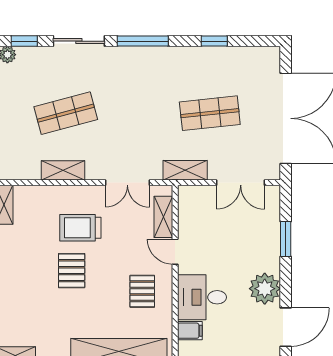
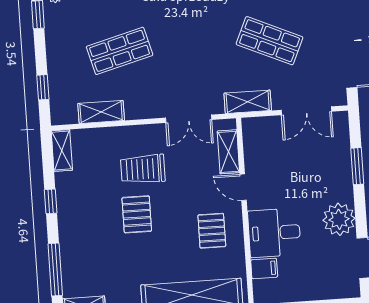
shop shelf: (210, 113) -> (269, 41), turned 30
shelving: (63, 170) -> (101, 112), moved

